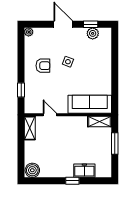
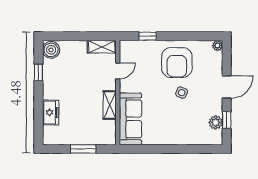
armchair: (43, 66) -> (177, 63), width x1.88, depth x1.88
shelving: (99, 122) -> (110, 105), moved
window: (72, 181) -> (38, 72), moved

